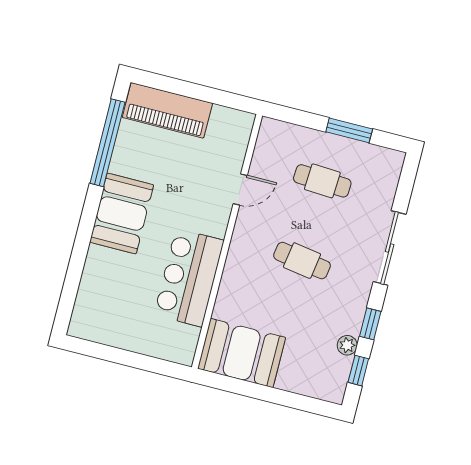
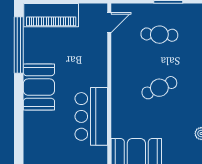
door: (240, 189) -> (109, 23), moved
cafe table: (302, 261) -> (159, 88), turned -33

